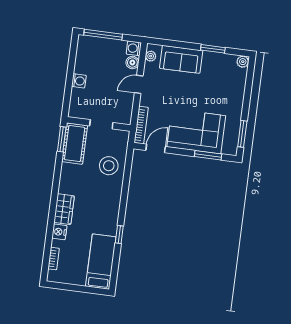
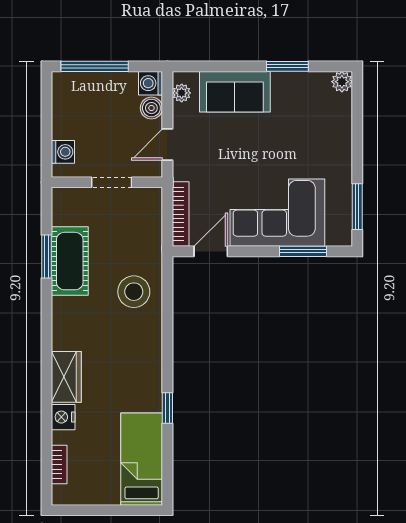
wall: (99, 124) -> (107, 182), moved
doorway: (101, 124) -> (112, 182), moved

